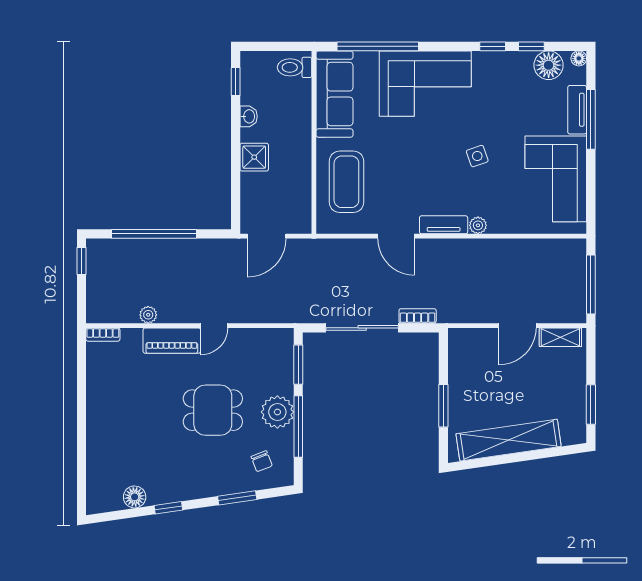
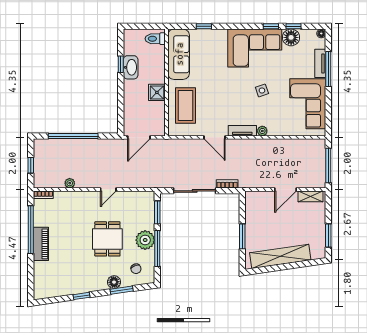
window: (378, 46) -> (204, 26), width x0.32
floor lamp: (549, 65) -> (291, 37), moved
window: (236, 82) -> (121, 64), moved
corner sofa: (425, 84) -> (255, 48), moved
washbasin: (249, 116) -> (131, 67), width x1.91, depth x1.45
shower: (254, 157) -> (157, 92), moved
window: (81, 261) -> (31, 165), moved
piano: (172, 341) -> (41, 244), moved, turned -90
window: (81, 394) -> (31, 230), added
dining table: (213, 410) -> (107, 239), turned 90
floor lamp: (135, 497) -> (114, 282), moved

